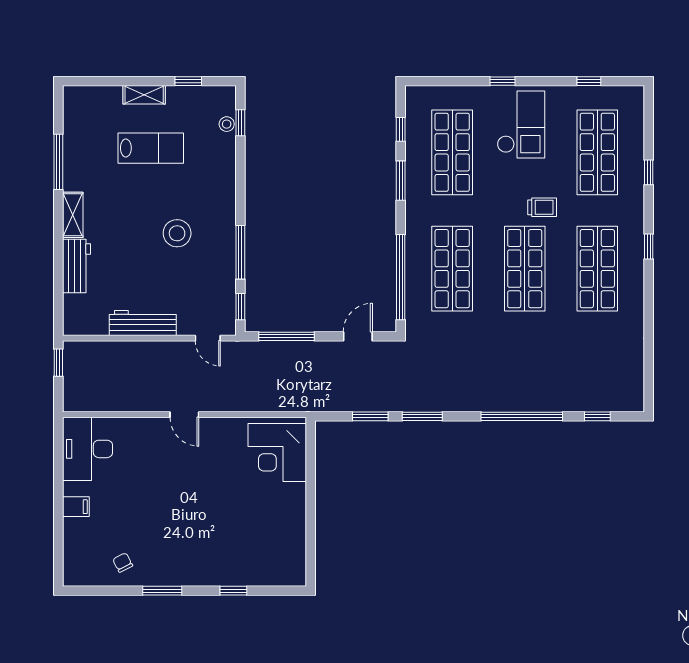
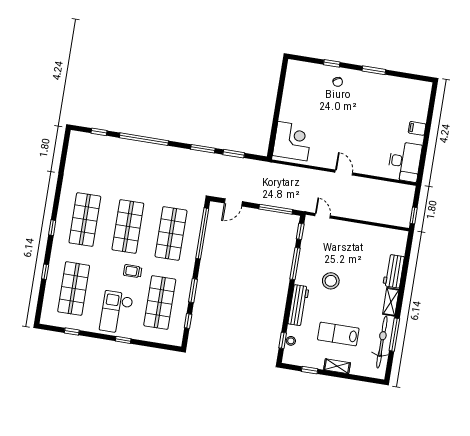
bicycle: (77, 146) -> (382, 342), added
trolley: (542, 207) -> (133, 271), moved
workbench: (143, 323) -> (298, 305), moved, turned -90
chair: (123, 563) -> (338, 82), moved

